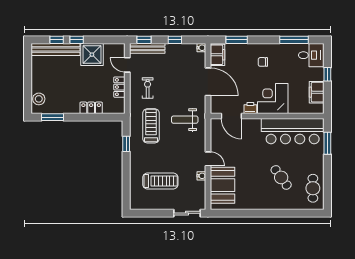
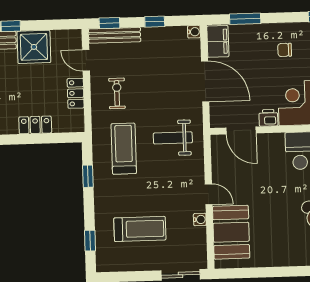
window: (126, 188) -> (90, 241), added

